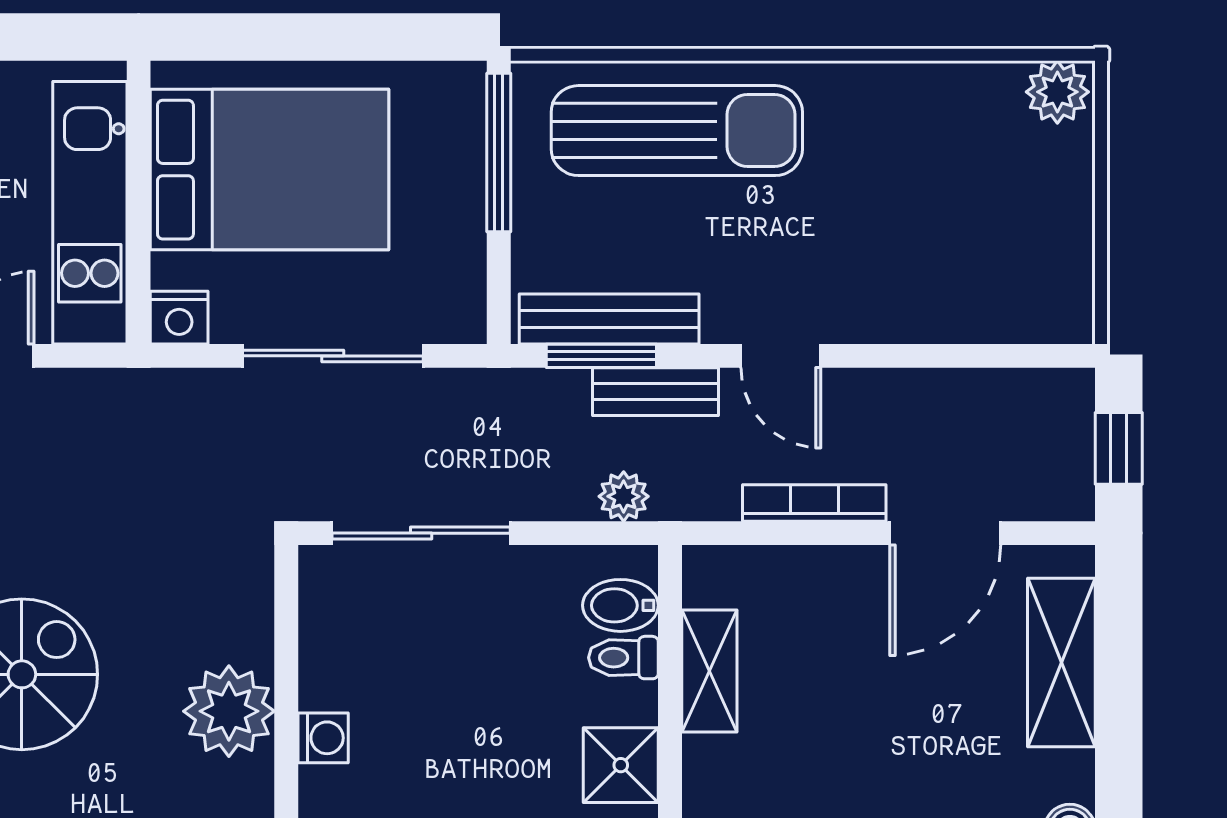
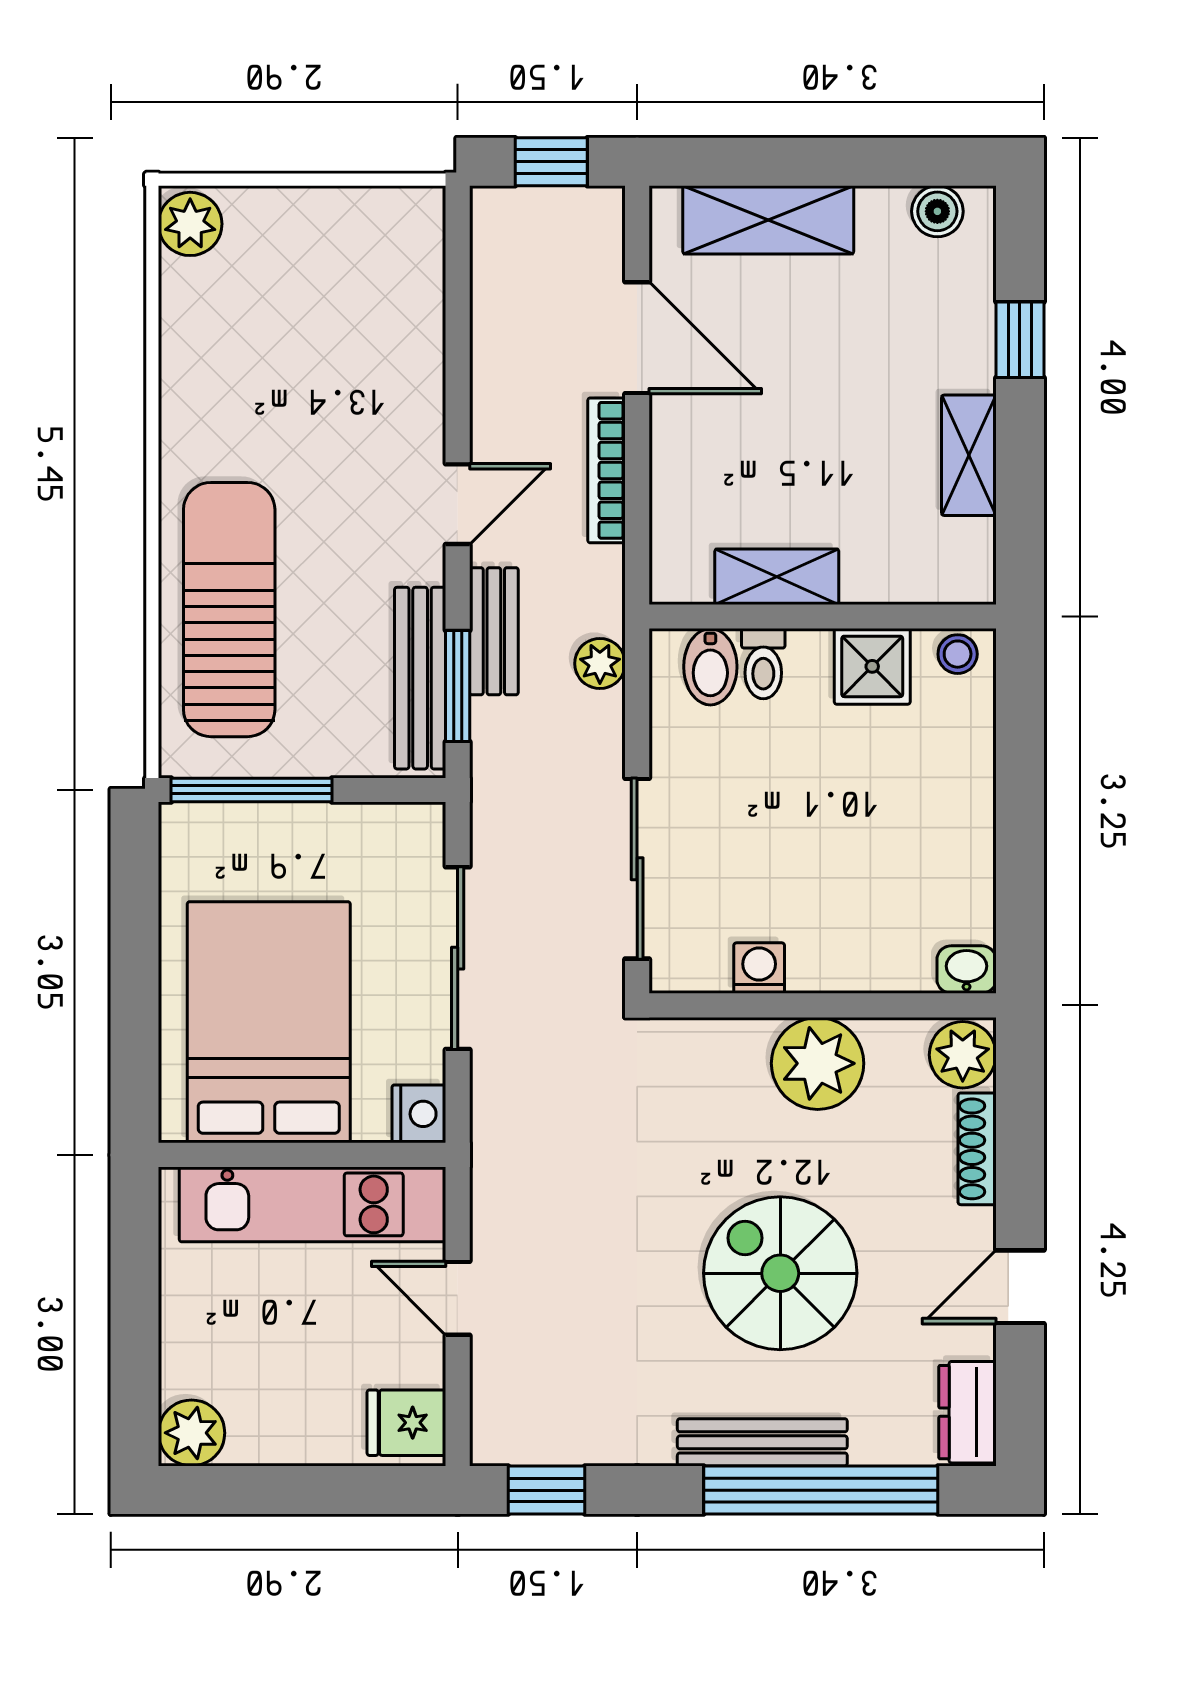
washing machine: (323, 738) -> (759, 968), moved

